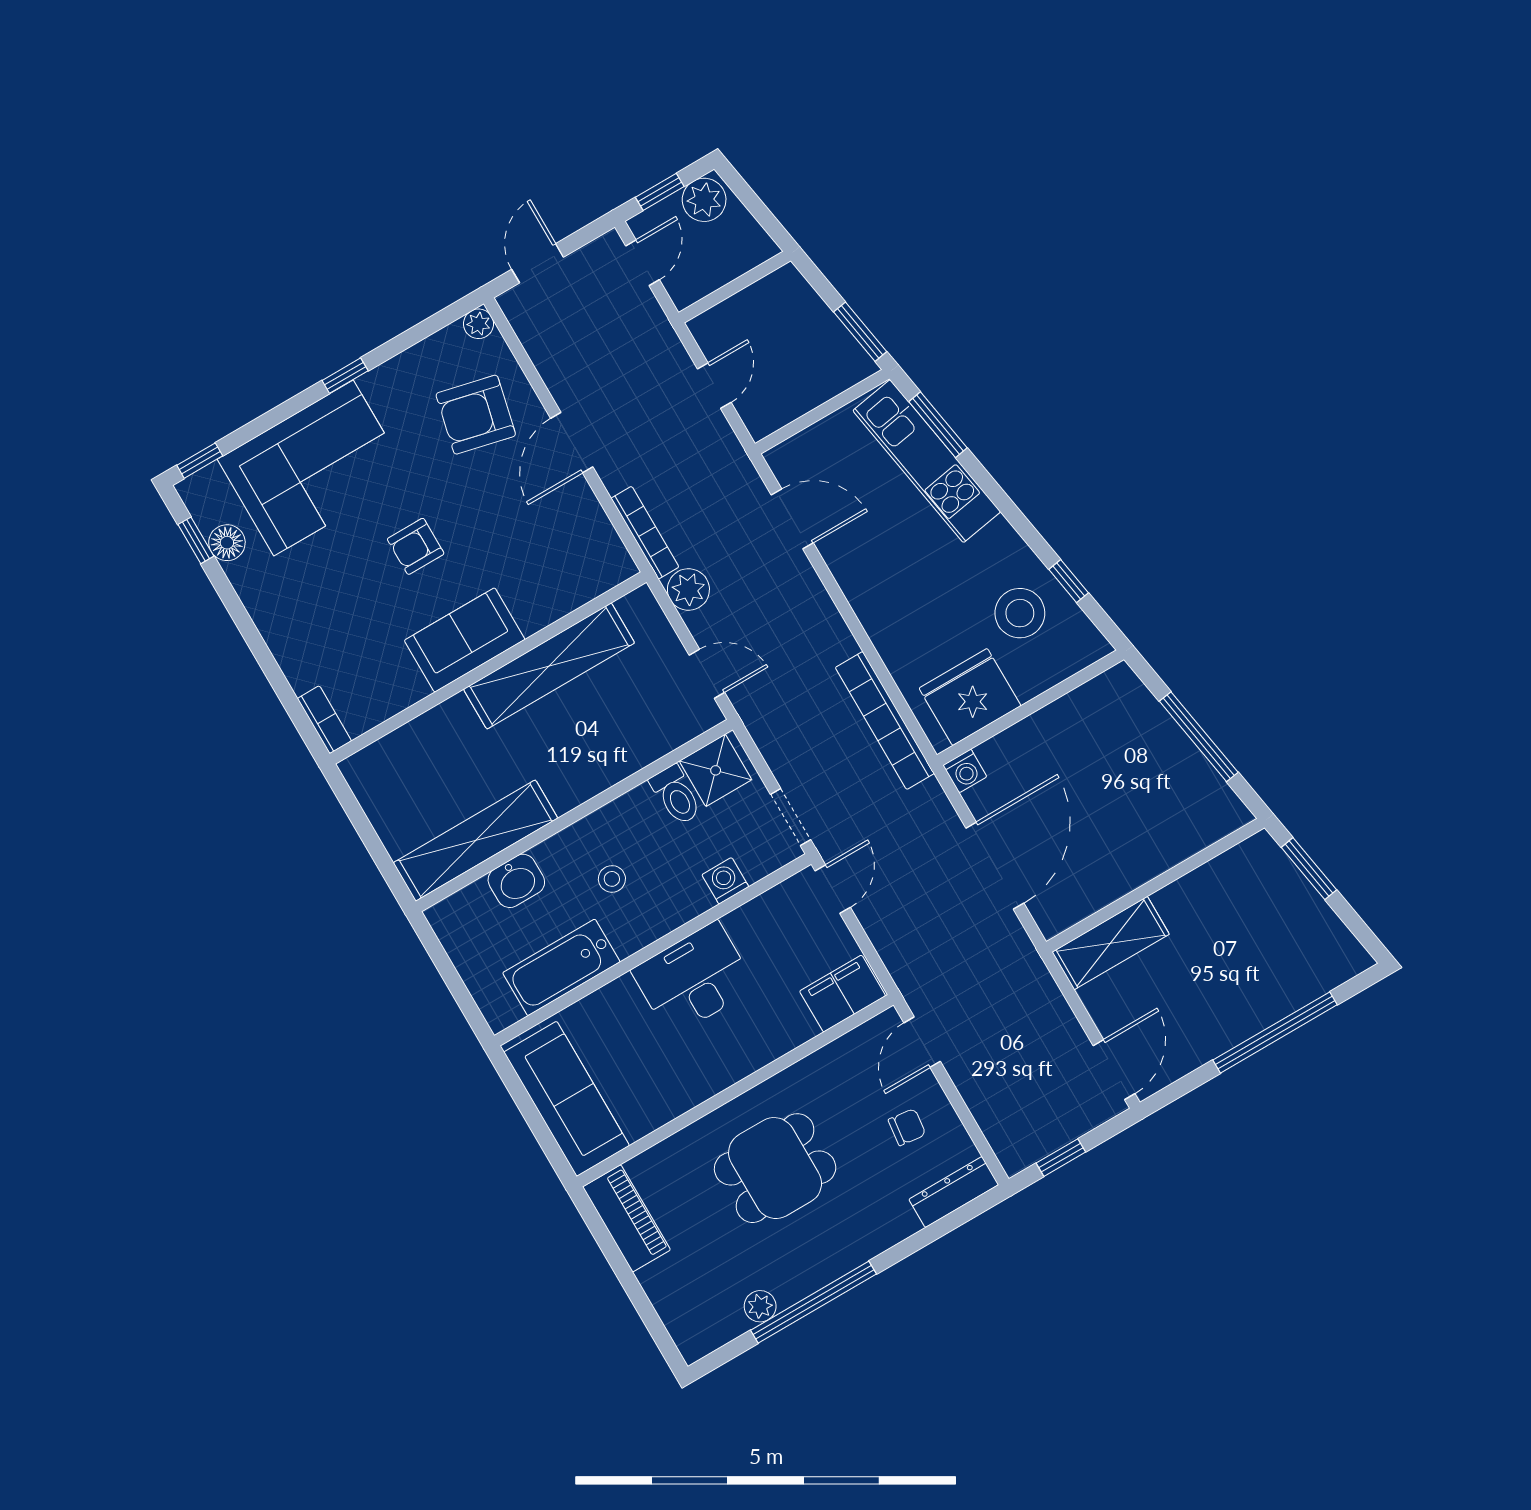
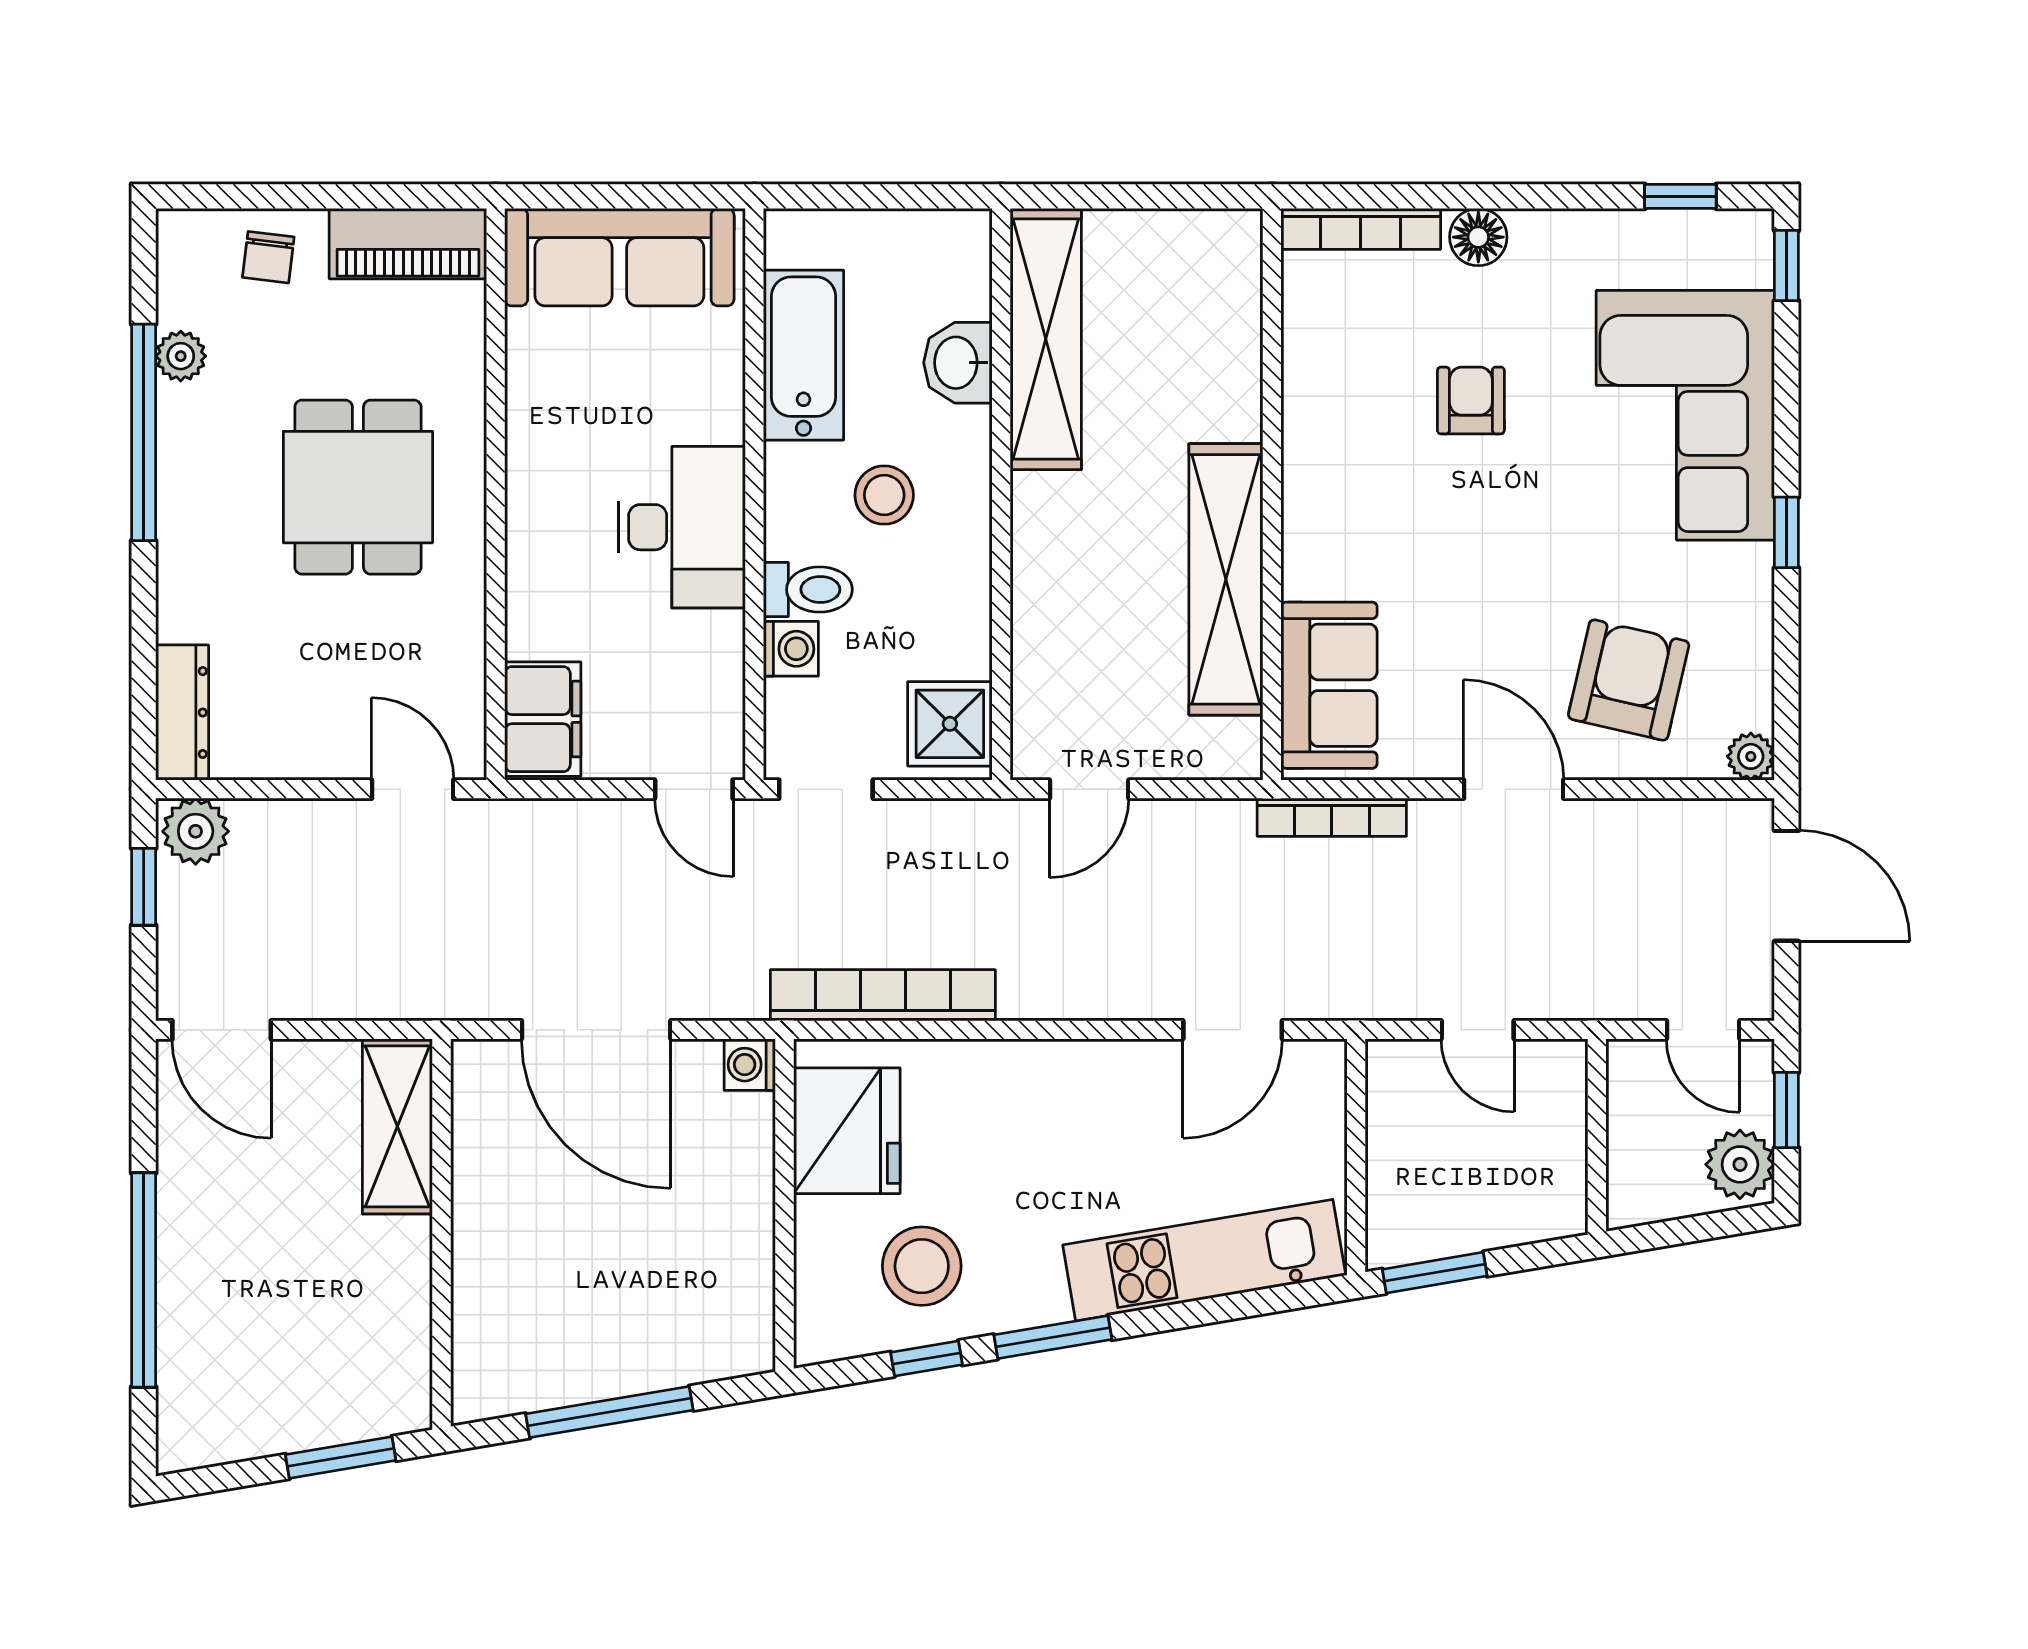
door: (538, 263) -> (1786, 886), width x1.38
window: (938, 425) -> (1053, 1337), moved
floor lamp: (227, 543) -> (1478, 237), moved
armchair: (416, 546) -> (1471, 400), moved
plant: (688, 589) -> (196, 831), moved
sofa: (465, 640) -> (1329, 685), moved
bookcase: (324, 720) -> (1361, 229), width x1.56
toilet: (676, 795) -> (808, 589), moved, turned 180
stool: (612, 879) -> (884, 495), width x1.37, depth x1.37
chair: (907, 1127) -> (268, 257), moved

